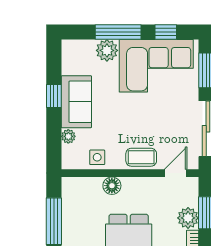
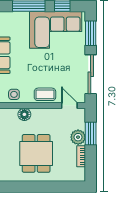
plant: (107, 50) -> (21, 19), removed
door: (176, 173) -> (69, 106), hinge flipped

